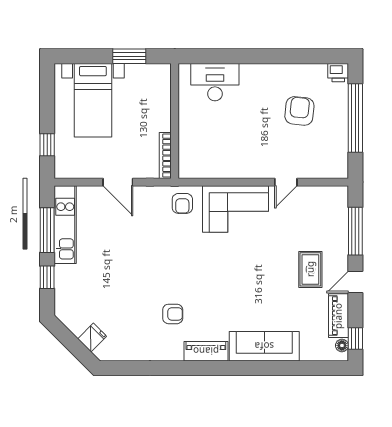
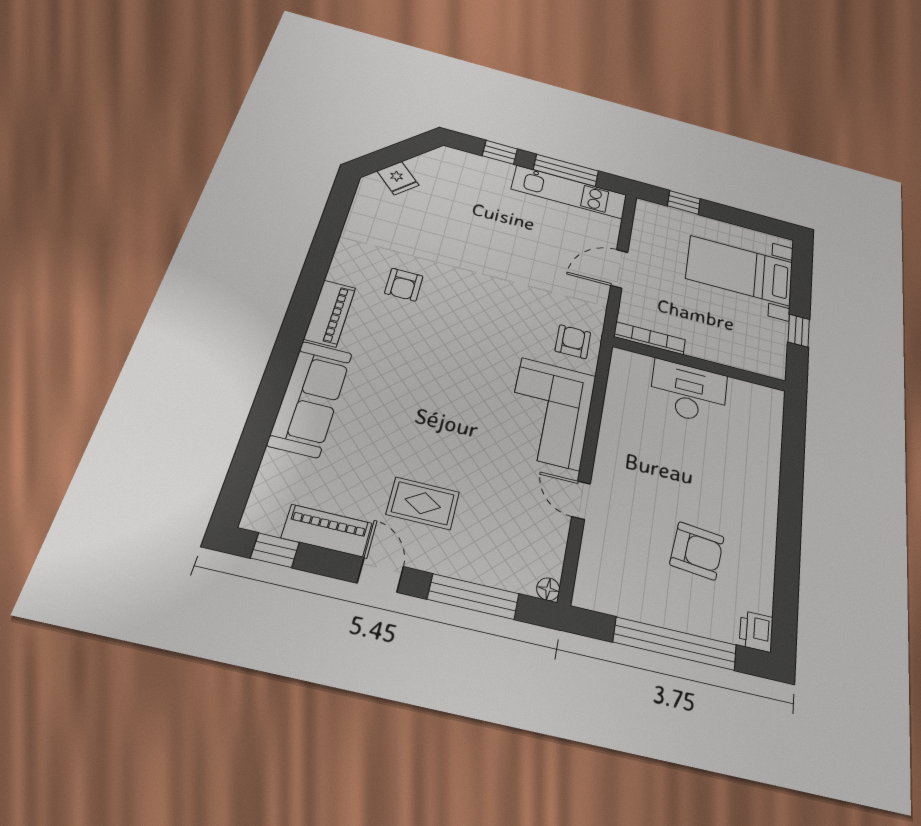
window: (129, 56) -> (799, 331), width x0.67
desk: (215, 82) -> (689, 392), moved, turned -90
armchair: (182, 203) -> (573, 342), turned 90
floor lamp: (342, 345) -> (548, 589), moved

